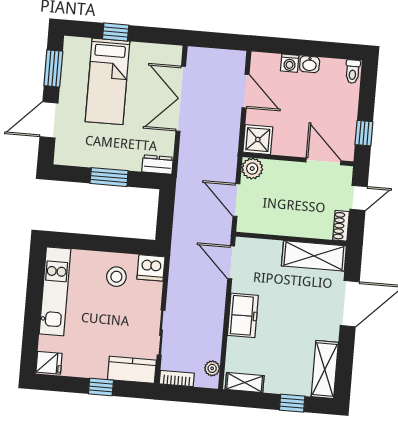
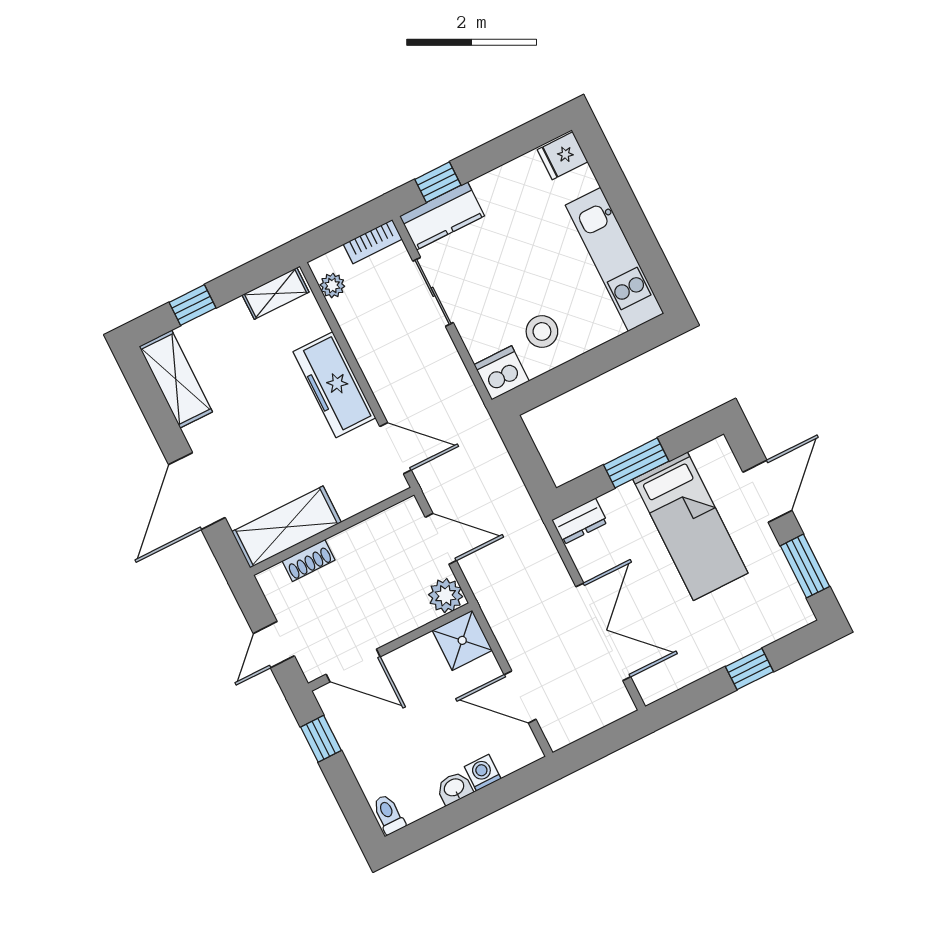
bed: (108, 81) -> (690, 526), moved, turned 180
shoe rack: (341, 226) -> (309, 560), moved, turned 90
freezer: (243, 315) -> (334, 385), width x1.40
window: (101, 387) -> (438, 182), moved

